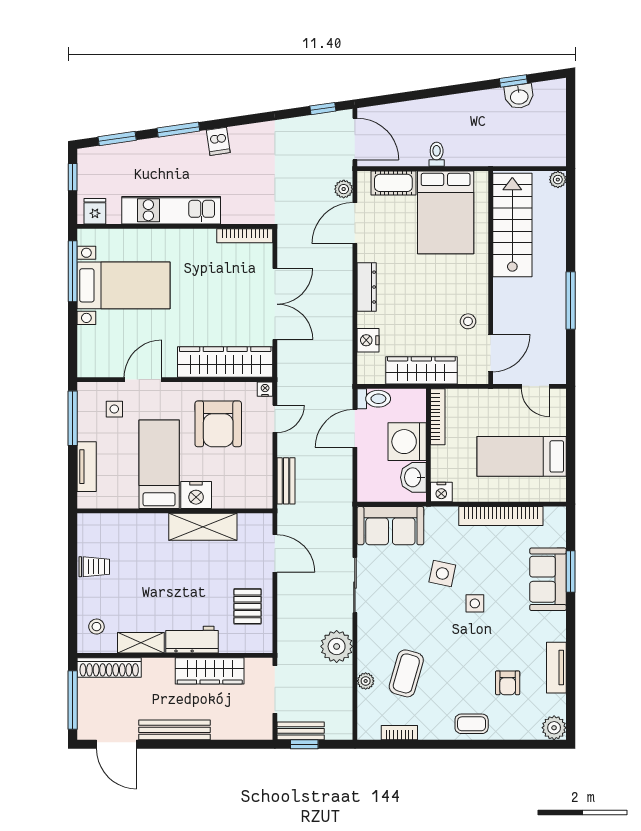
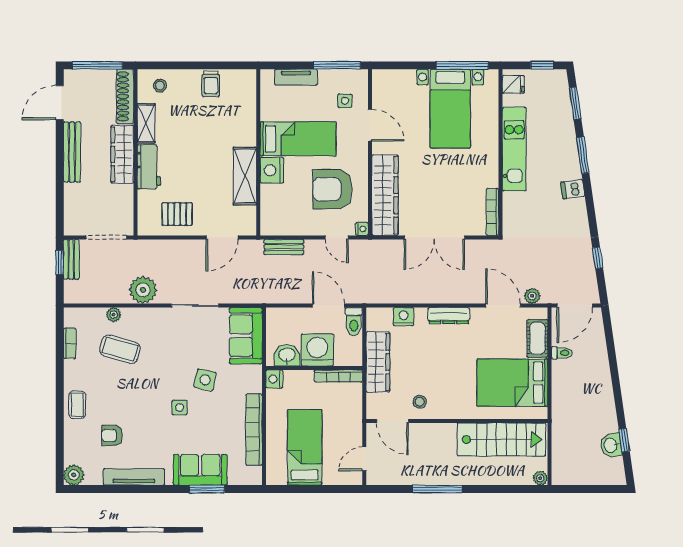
window: (323, 109) -> (598, 258), moved
toilet: (437, 154) -> (562, 353), moved
tv unit: (556, 668) -> (134, 477), width x1.41
wardrobe: (210, 671) -> (122, 154), moved

